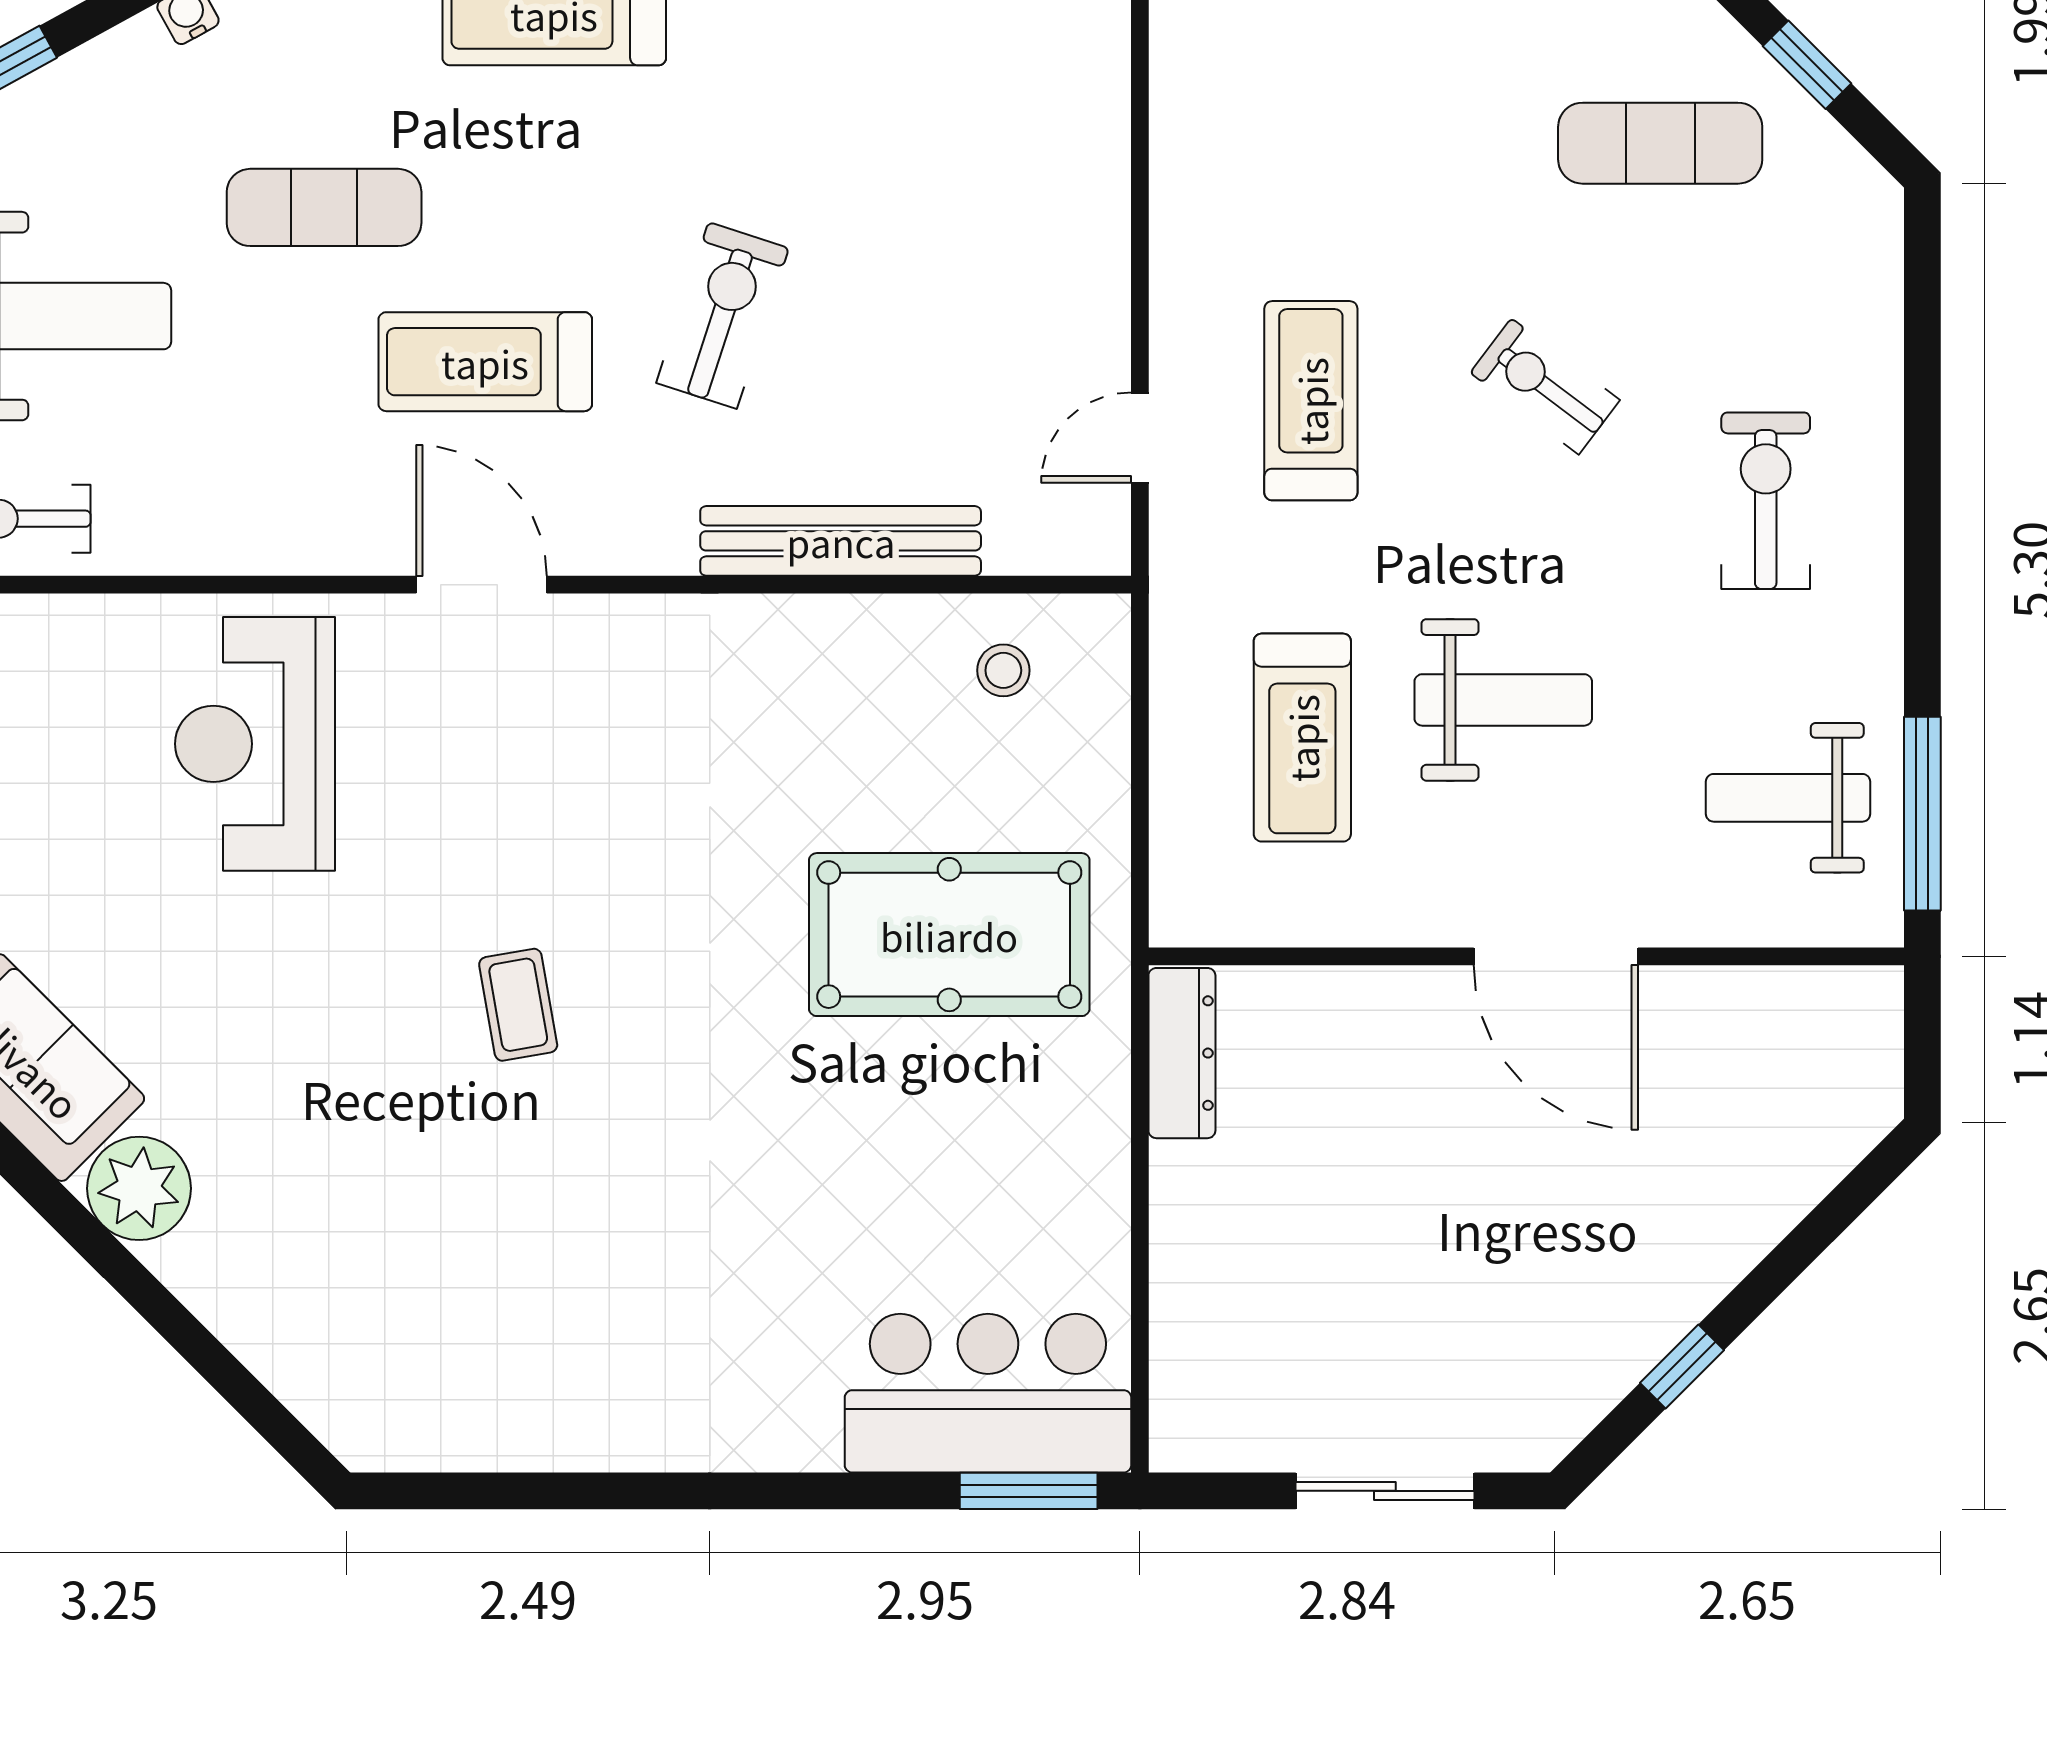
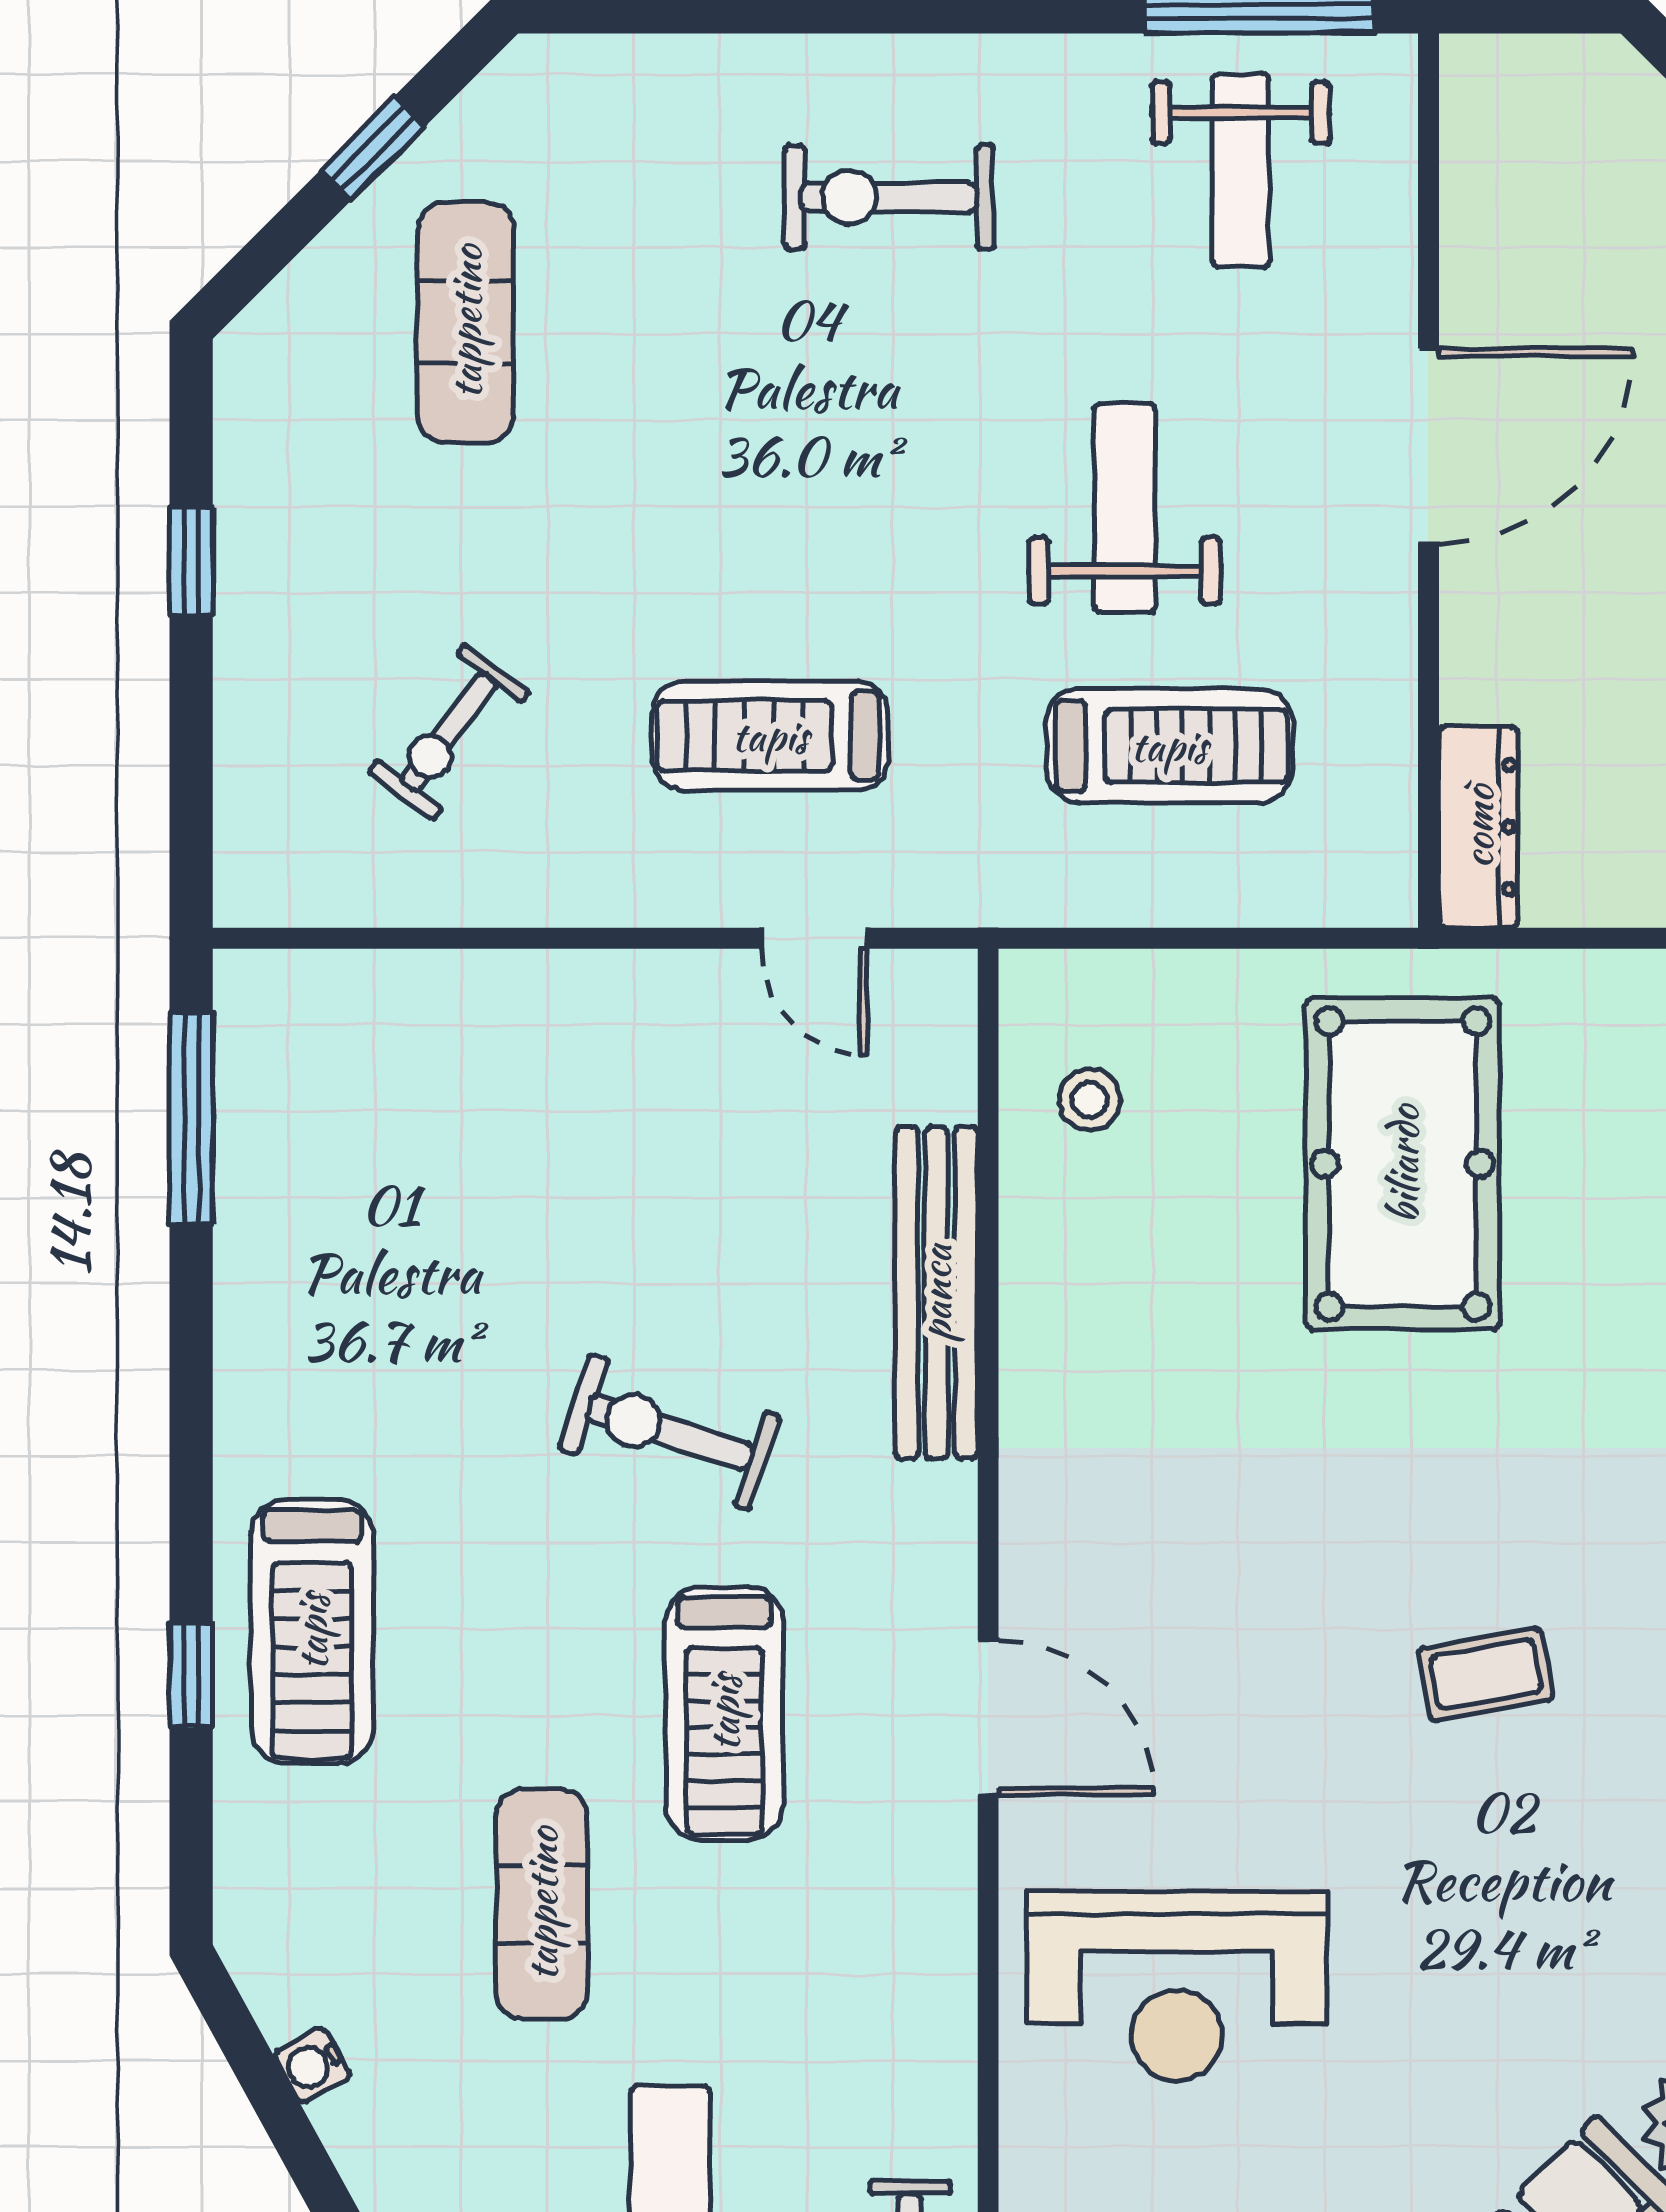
exercise bike: (1545, 386) -> (449, 732), moved
door: (481, 585) -> (988, 1718), swing flipped
dresser: (1182, 1053) -> (1478, 827), moved, turned 90

